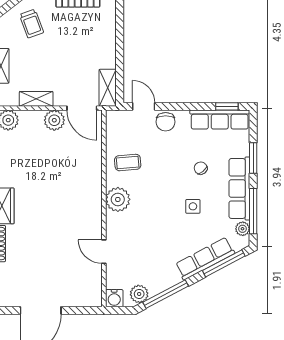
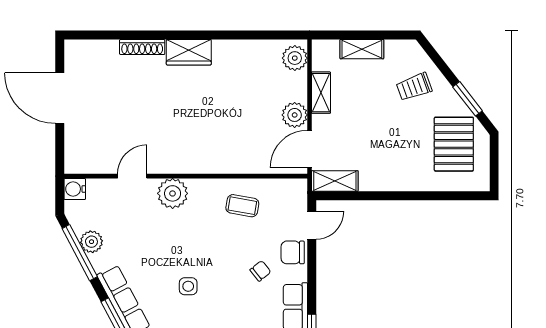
coffee table: (128, 163) -> (242, 206), turned -75
chair: (201, 168) -> (260, 271), moved
plant: (118, 199) -> (173, 193), moved
plant: (139, 294) -> (91, 242), moved

